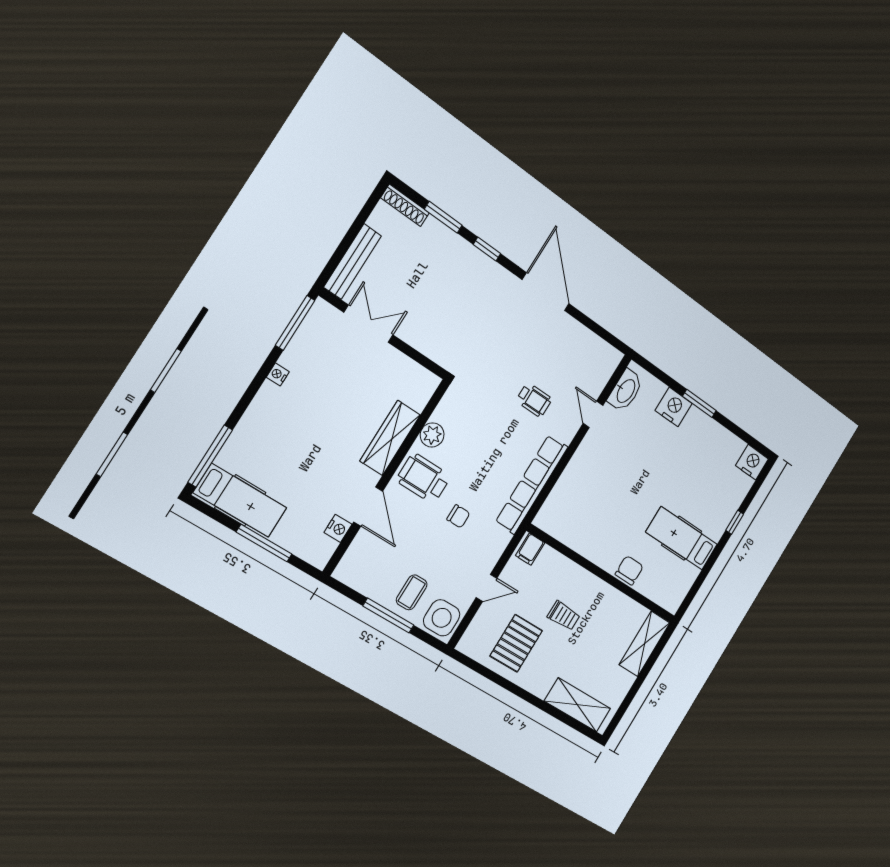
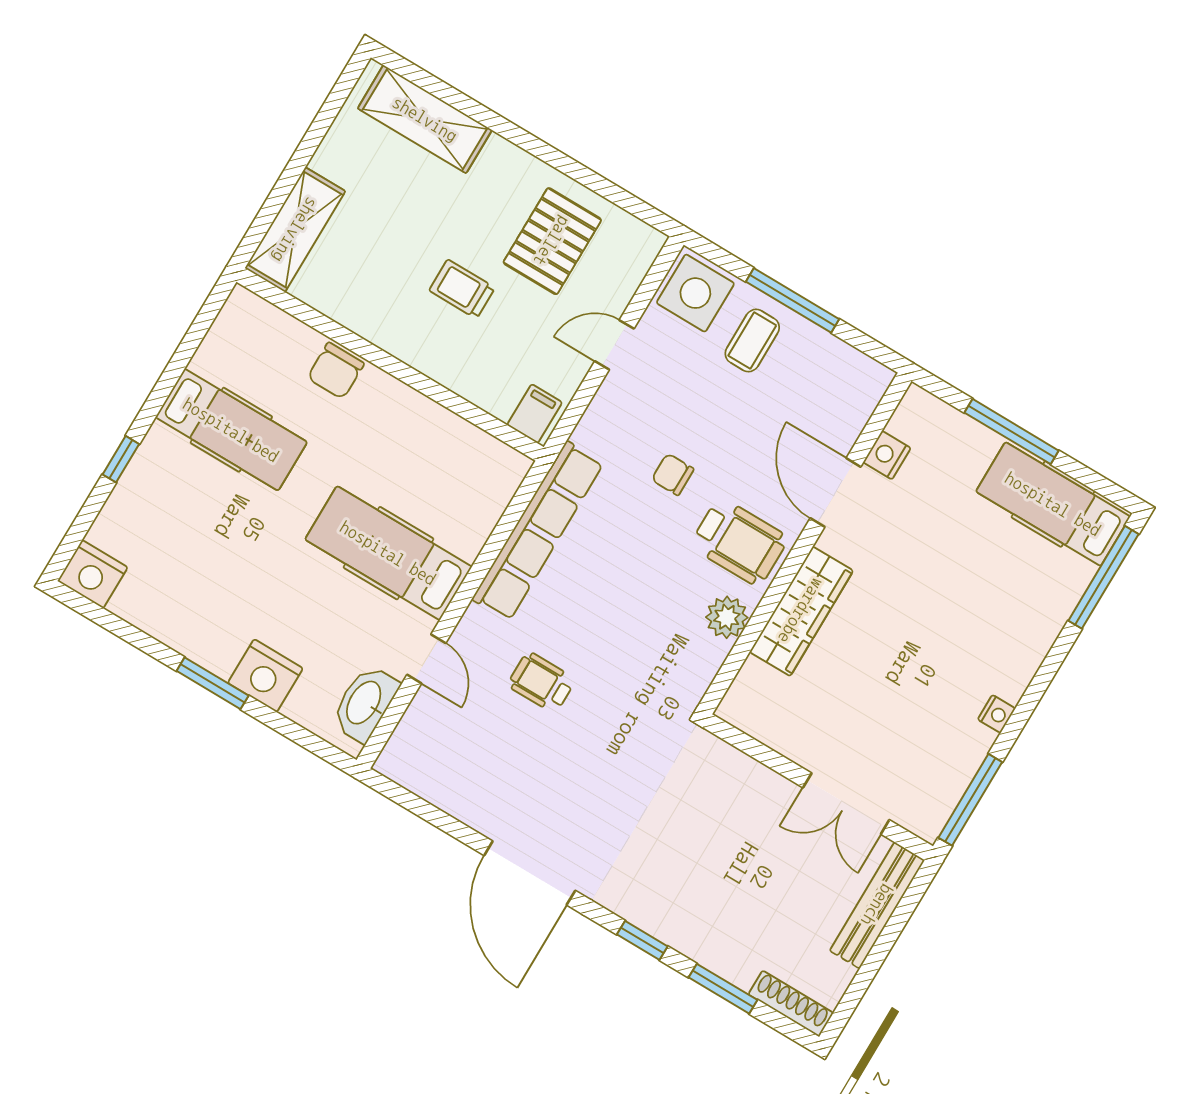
hospital bed: (609, 473) -> (388, 553), added

